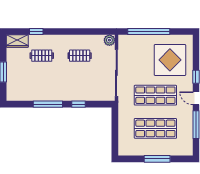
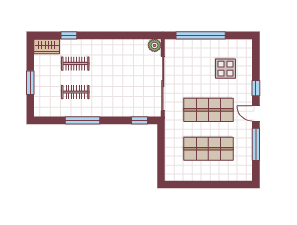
clothes rail: (80, 56) -> (75, 92), moved
display table: (170, 60) -> (226, 69), width x0.54, depth x0.54
window: (78, 104) -> (139, 120), moved
window: (157, 159) -> (211, 184), removed

